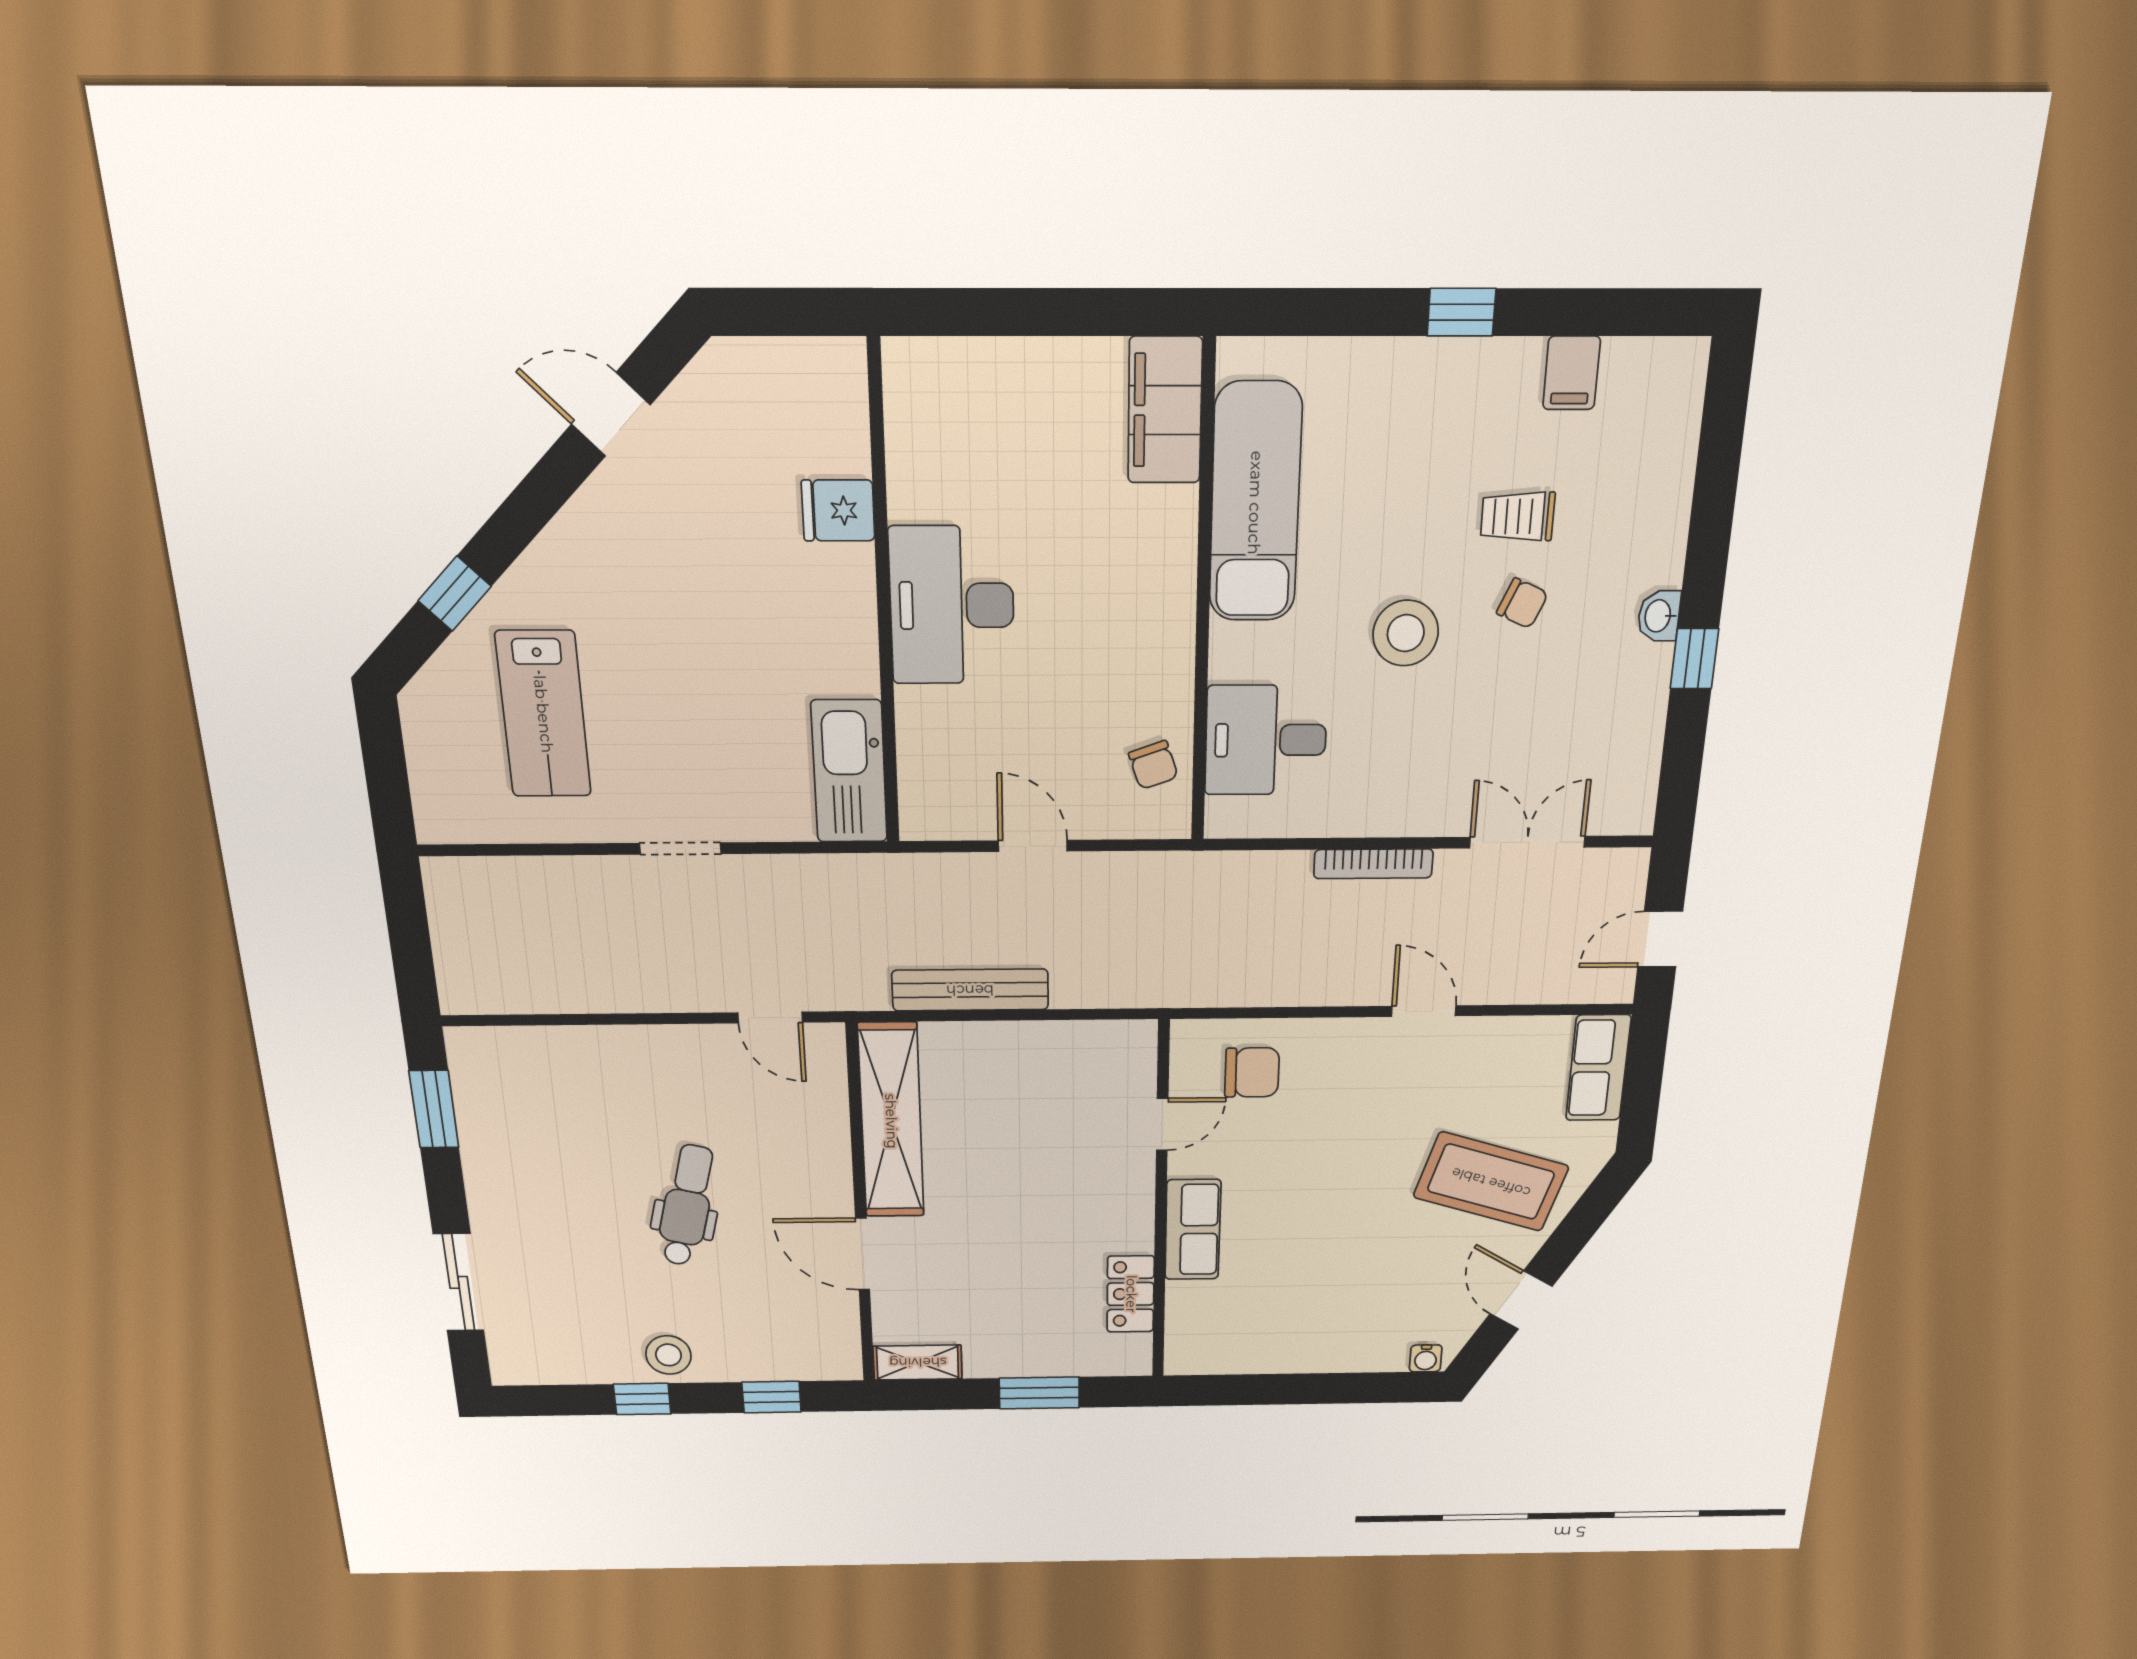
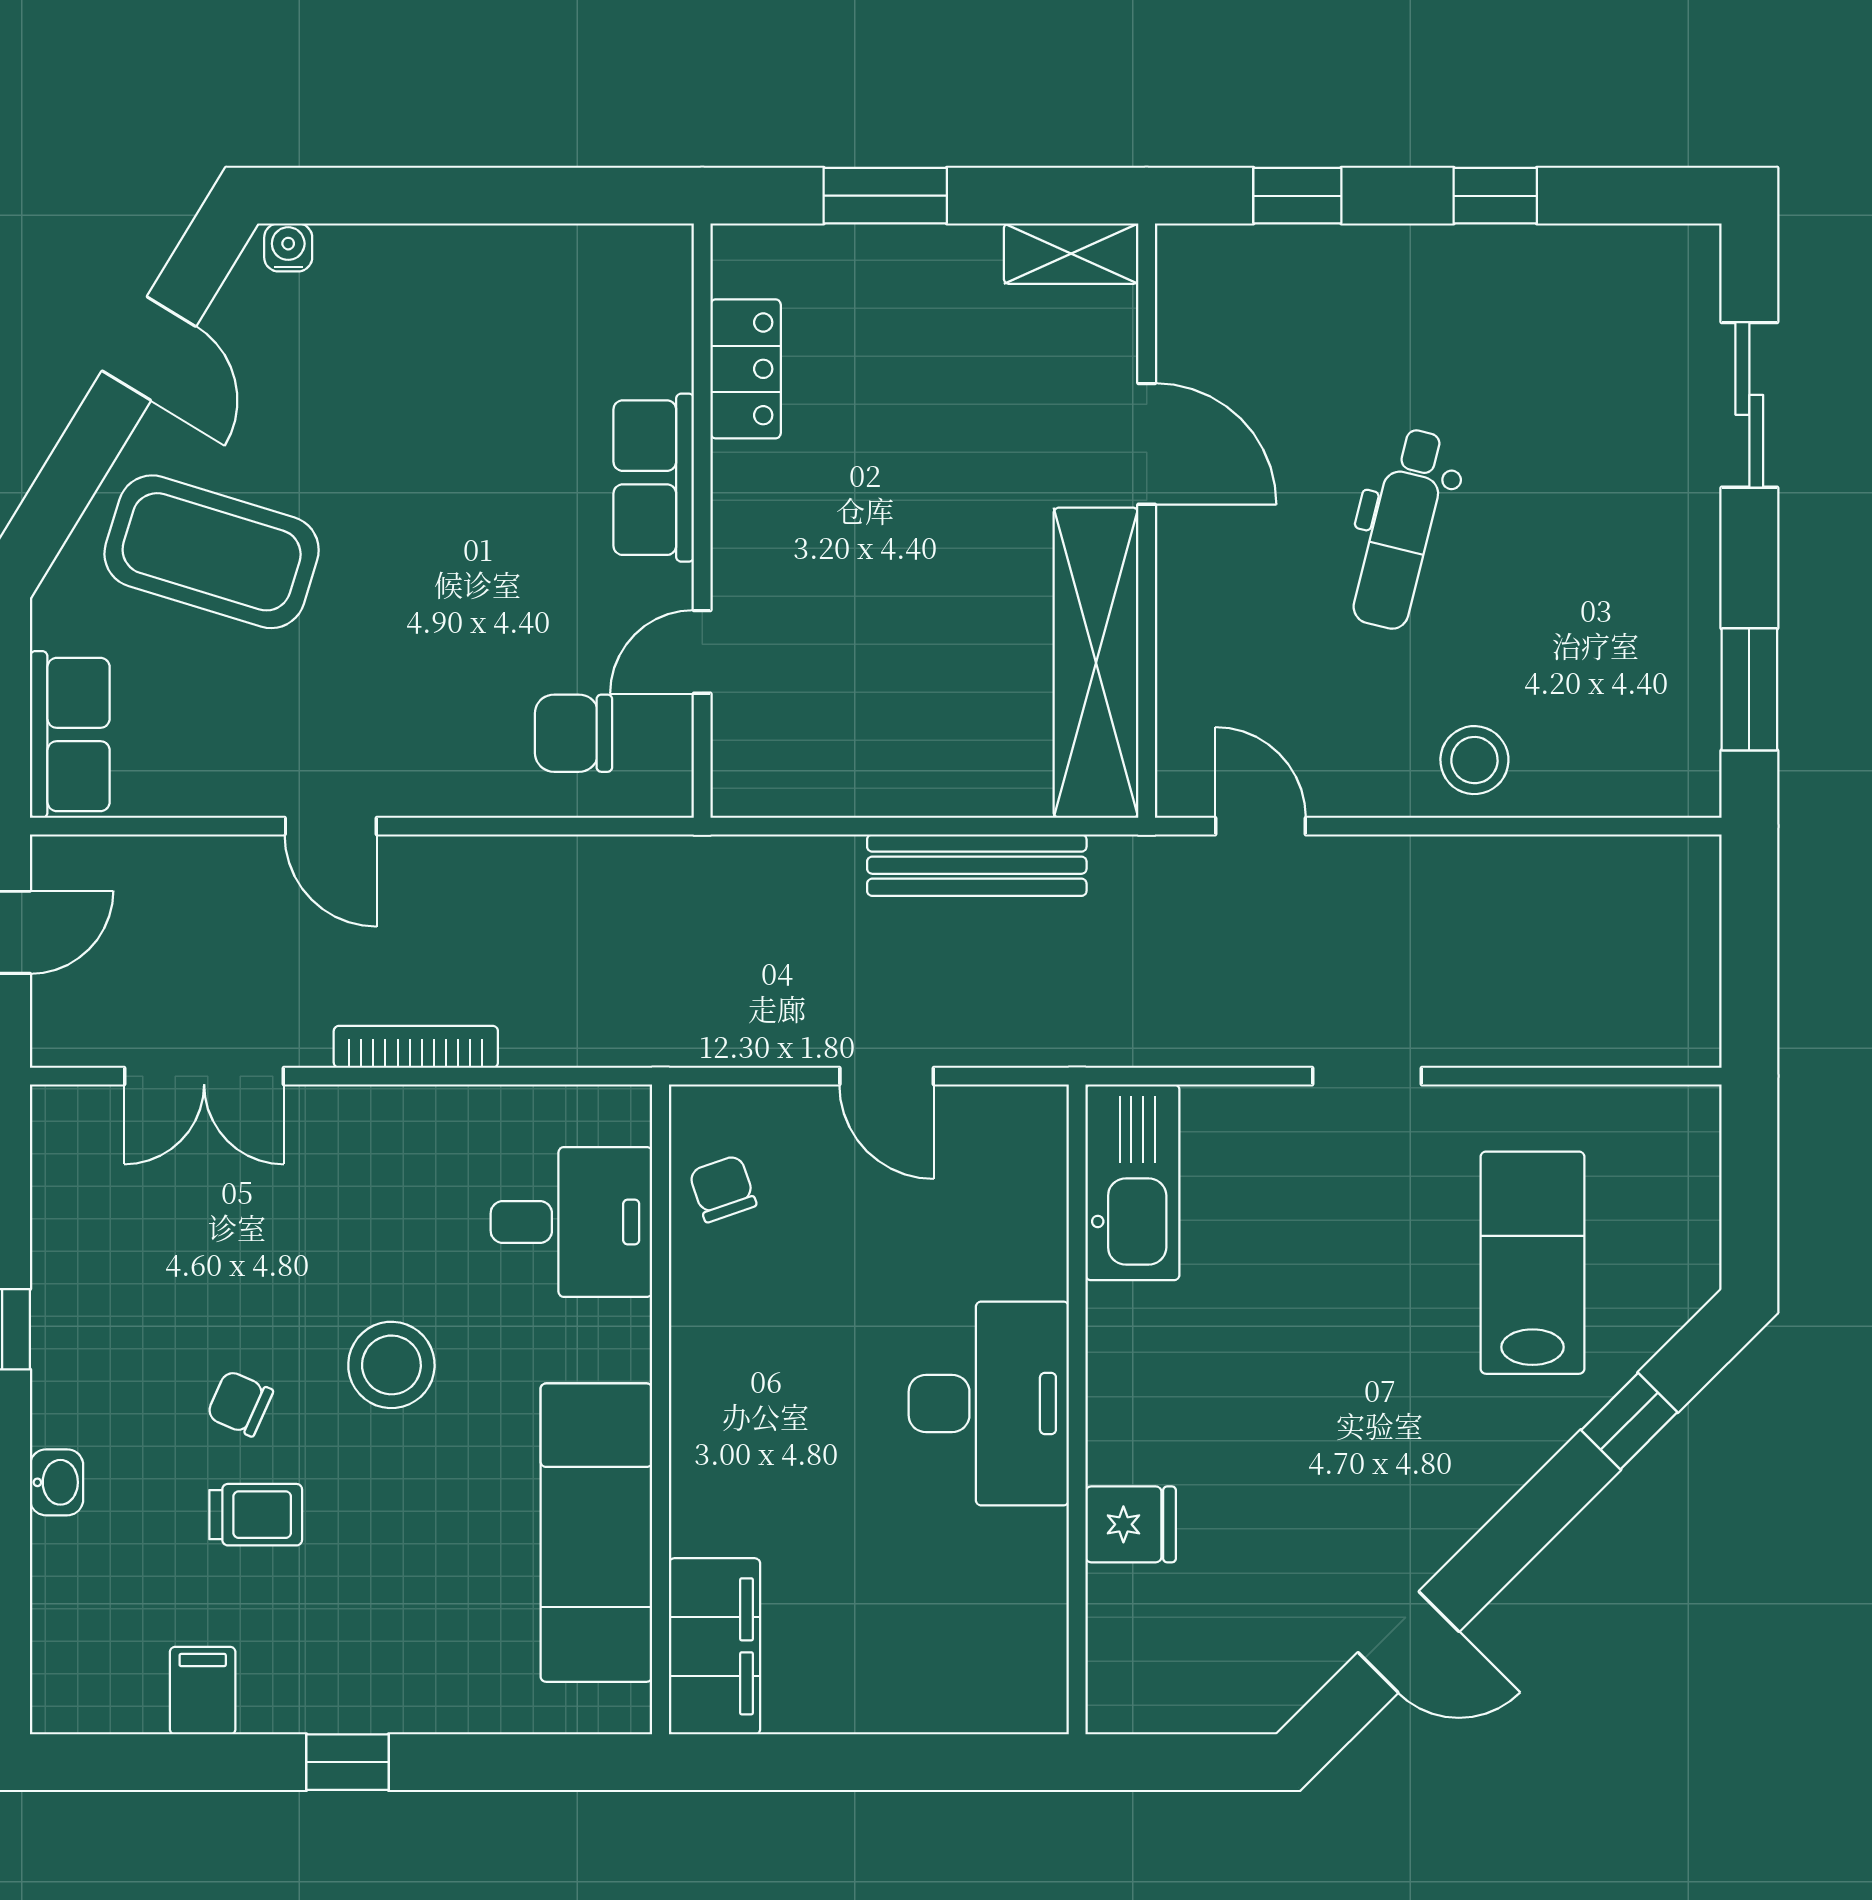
washbasin: (1659, 616) -> (57, 1482), moved
stool: (668, 1355) -> (1474, 760), moved

